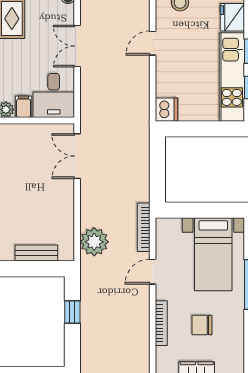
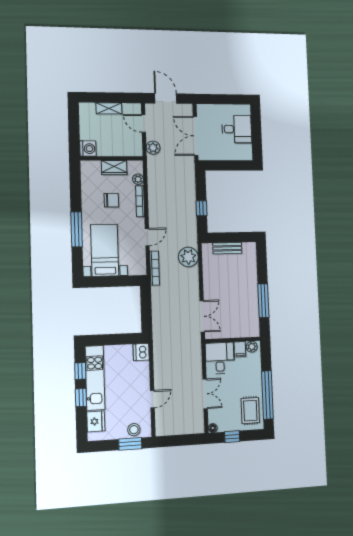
plant: (163, 355) -> (138, 179), added

